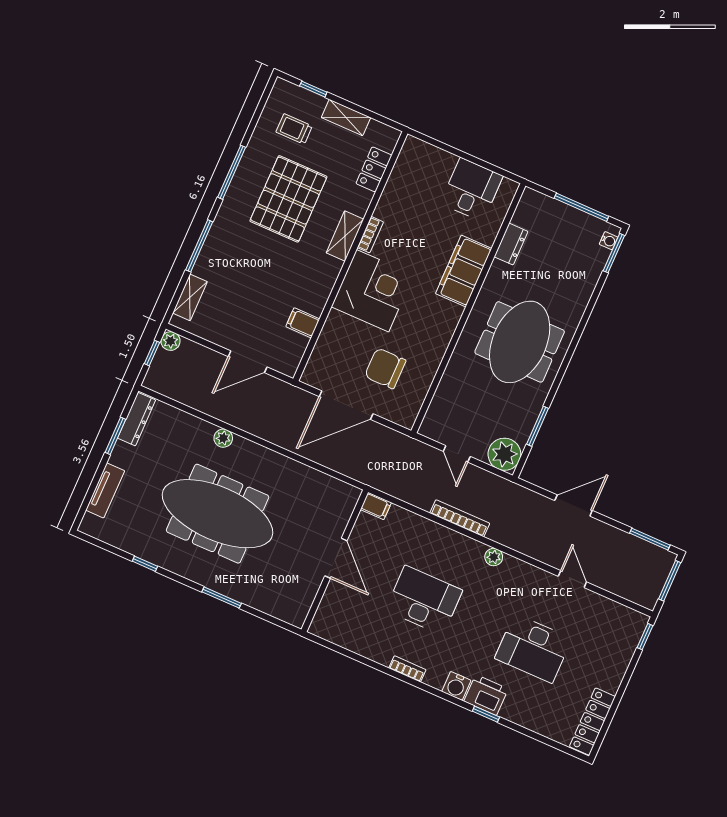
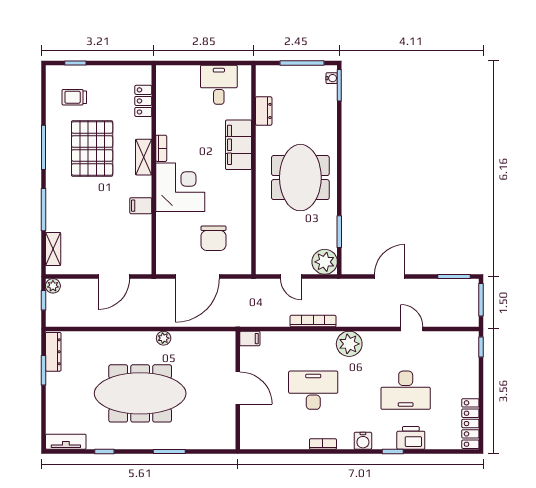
shelving: (346, 118) -> (107, 73), removed
filing cabinet: (303, 323) -> (141, 206), moved
chair: (385, 368) -> (213, 238), turned -90
plant: (223, 438) -> (164, 338), moved
tv unit: (105, 490) -> (66, 442), moved, turned -90
plant: (494, 557) -> (349, 344), width x1.87, depth x1.87
printer: (486, 695) -> (411, 438), moved

